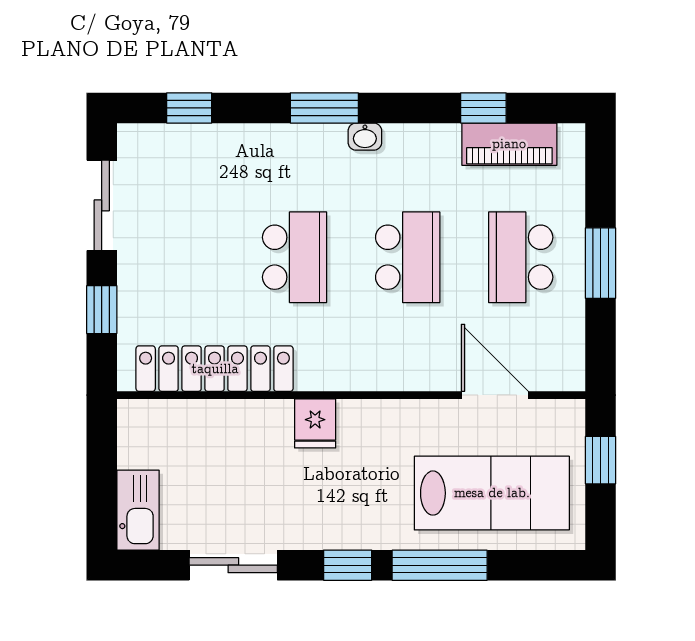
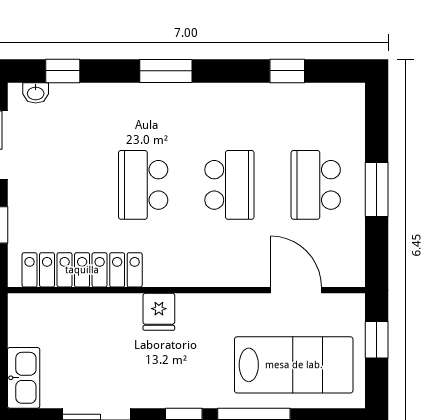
washbasin: (365, 137) -> (36, 93), moved
piano: (509, 144) -> (307, 99), removed
school desk: (295, 257) -> (143, 185), turned 180

